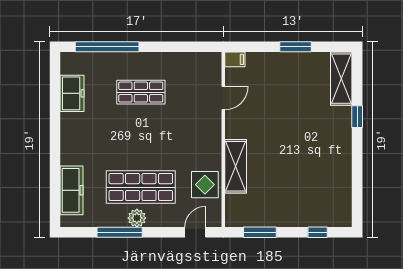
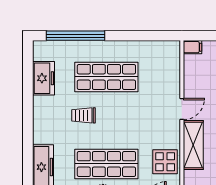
shop shelf: (141, 92) -> (106, 77), width x1.43, depth x1.36
door: (223, 98) -> (182, 109), moved
trolley: (116, 134) -> (84, 115), added

